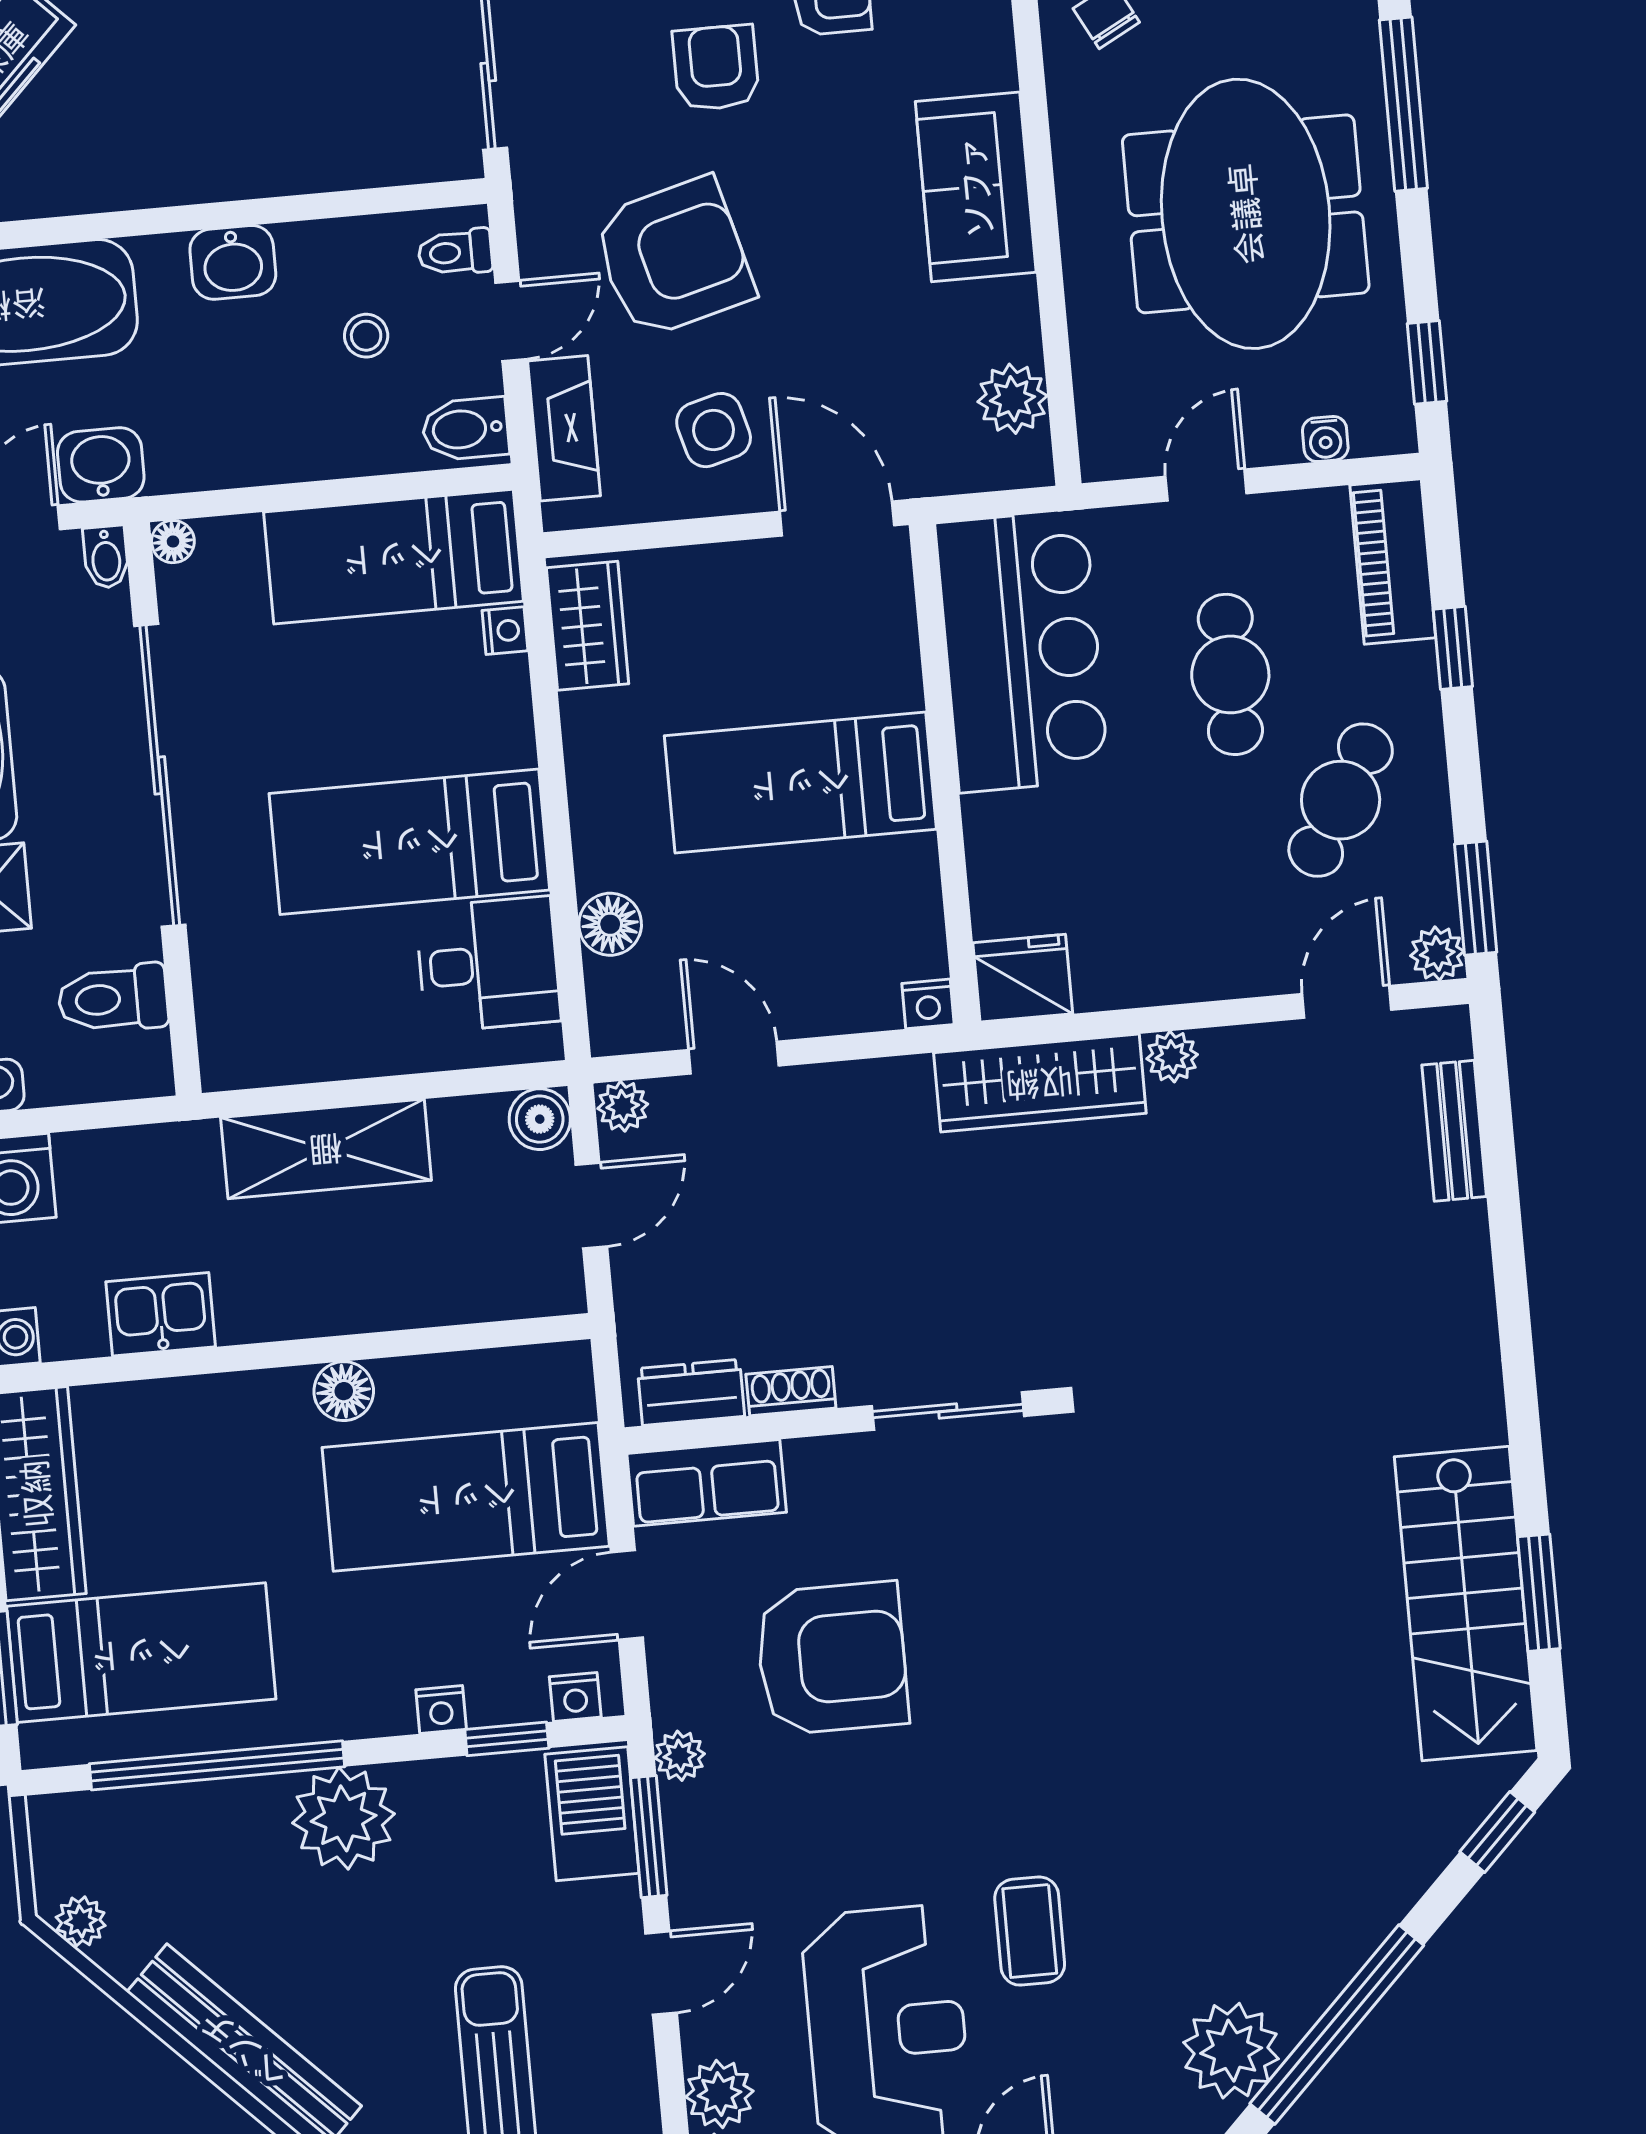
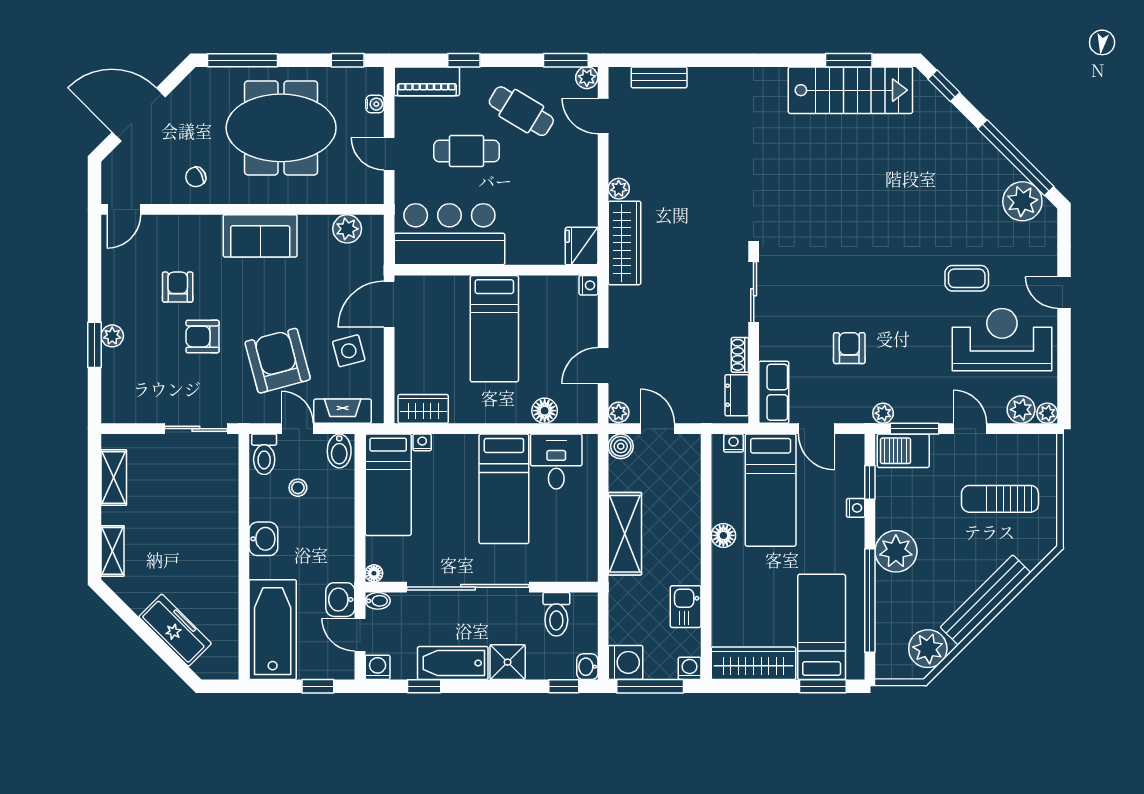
toilet: (455, 252) -> (264, 454), width x1.37, depth x1.39
armchair: (832, 1658) -> (849, 348), width x0.53, depth x0.53
nightstand: (575, 1697) -> (734, 443), moved, turned -90
plant: (81, 1921) -> (928, 649), width x1.88, depth x1.88

